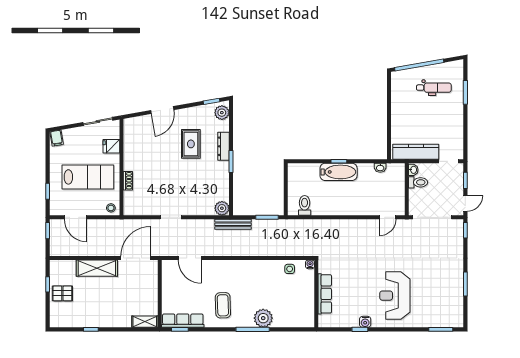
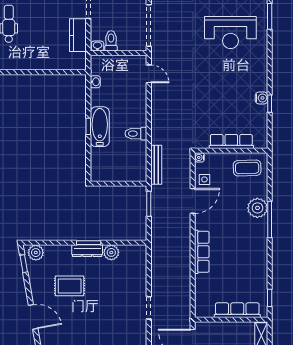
dresser: (224, 146) -> (87, 251), moved
kitchen counter: (416, 152) -> (78, 35), width x0.67
toilet: (305, 205) -> (136, 134), moved
plant: (222, 208) -> (111, 252), moved
bench: (233, 224) -> (156, 165), moved
door: (190, 258) -> (193, 201), moved
row of seats: (223, 267) -> (202, 252), added
reception desk: (395, 296) -> (230, 33), moved
coffee table: (223, 305) -> (247, 168), moved
row of seats: (183, 321) -> (237, 310), moved, turned 90

